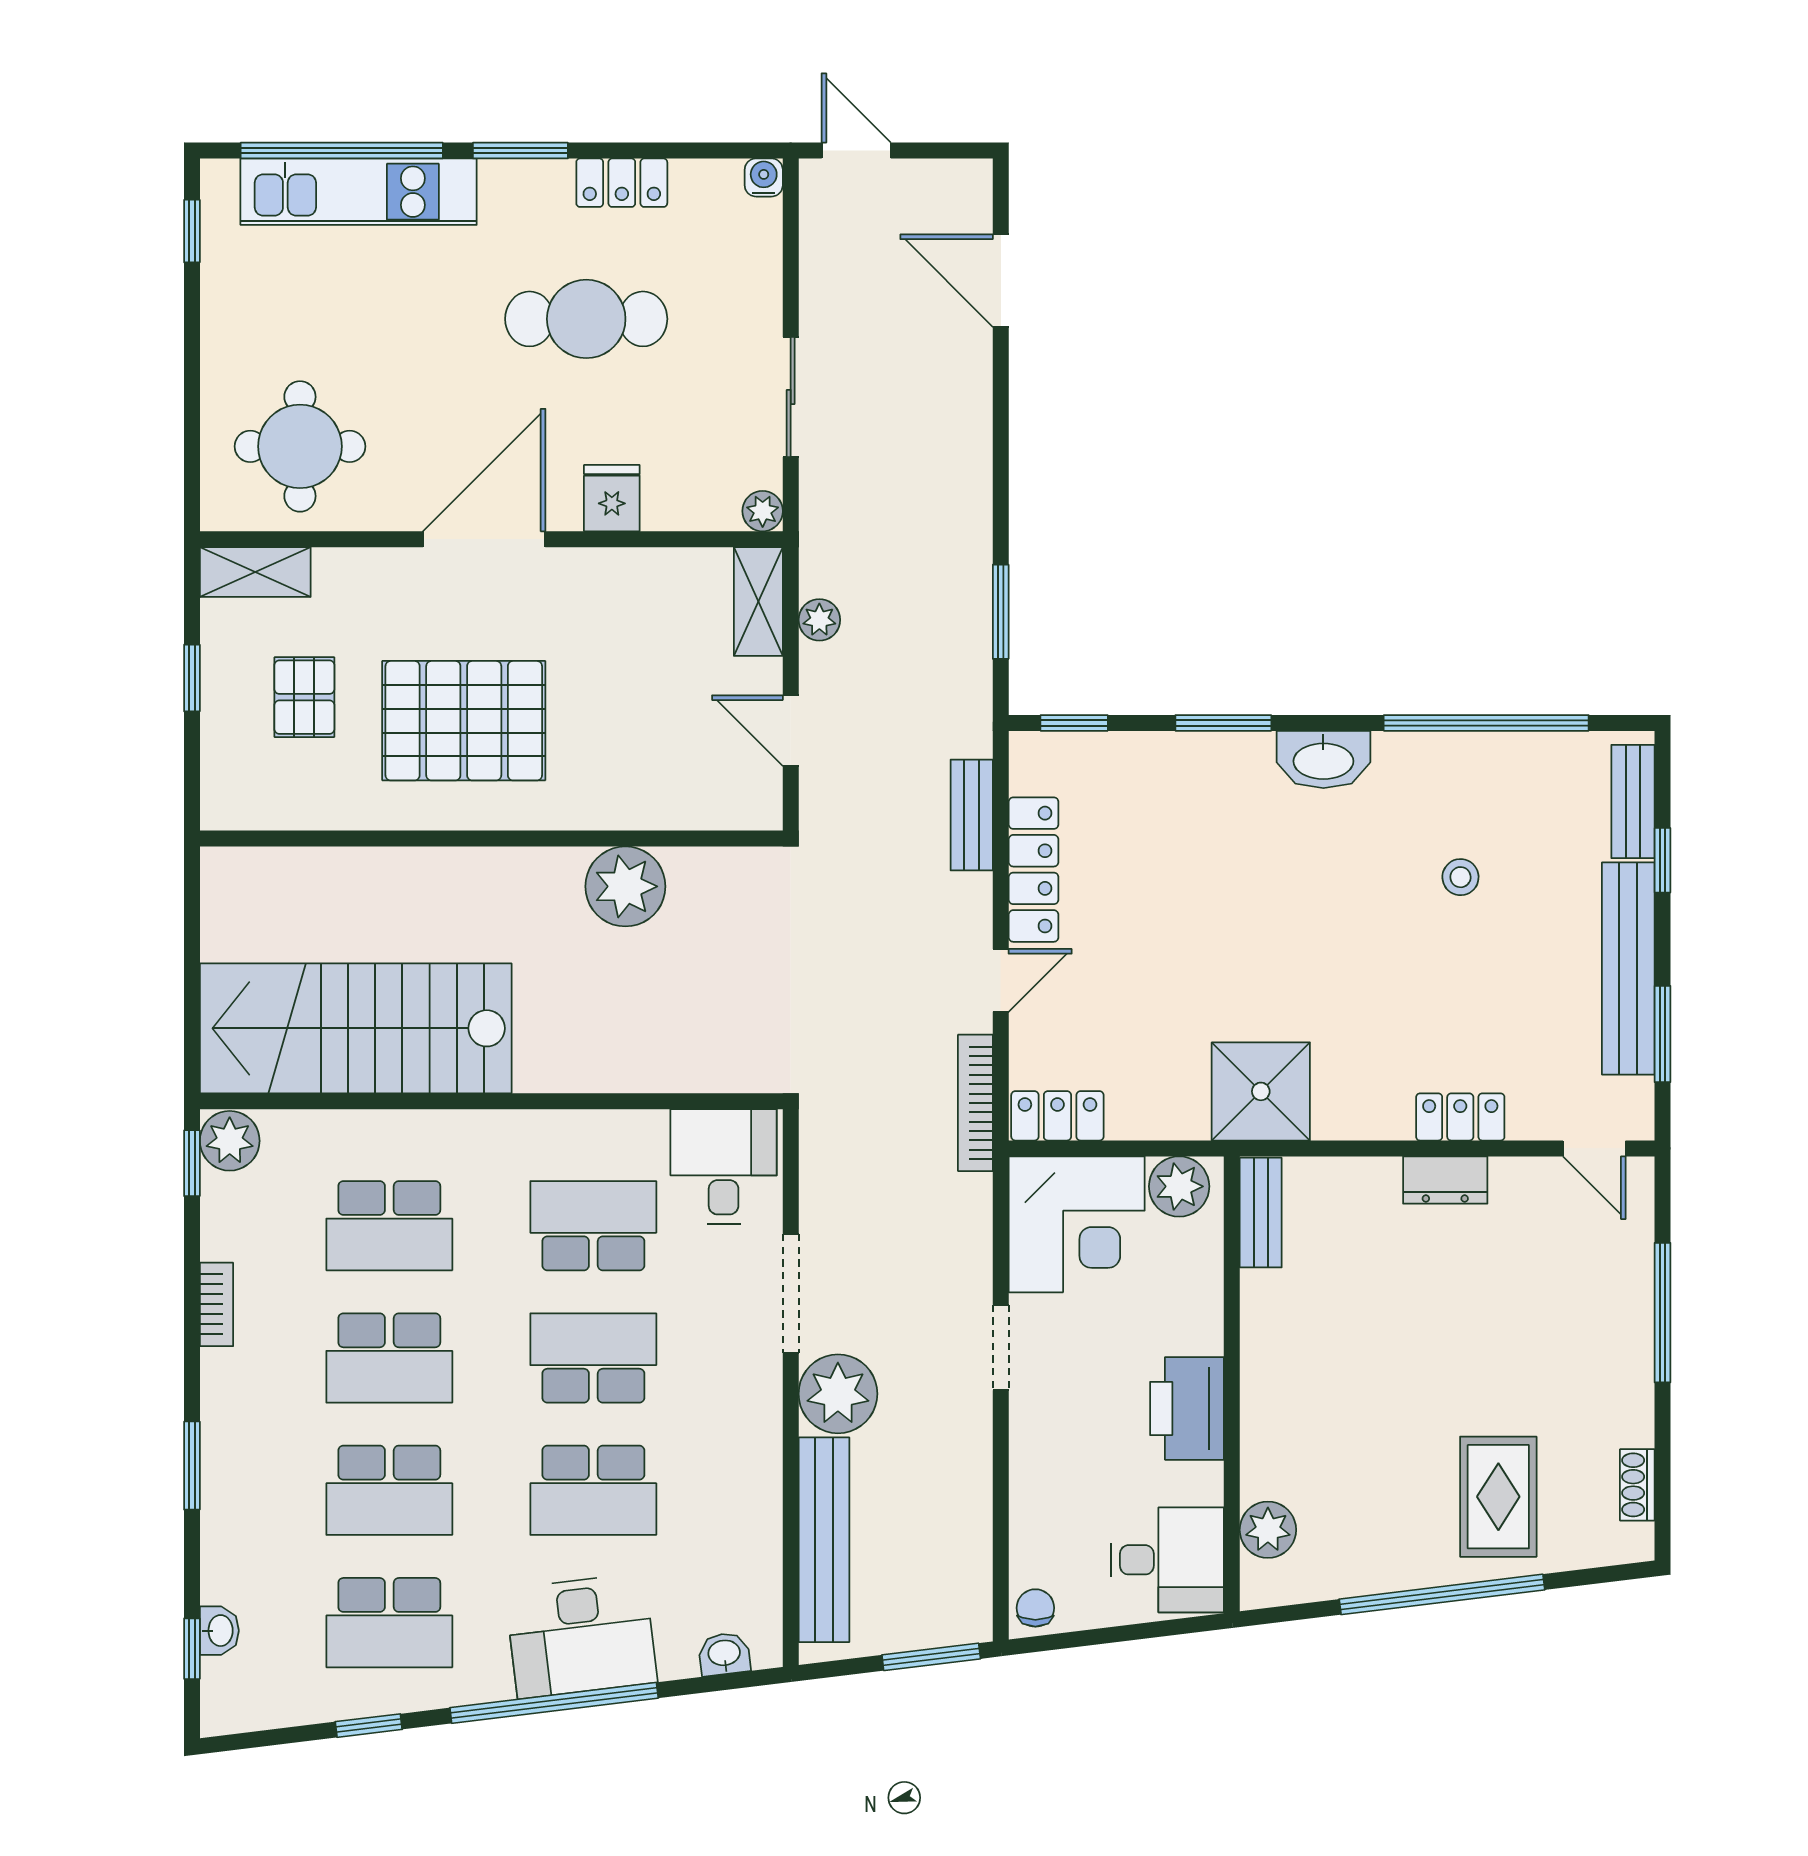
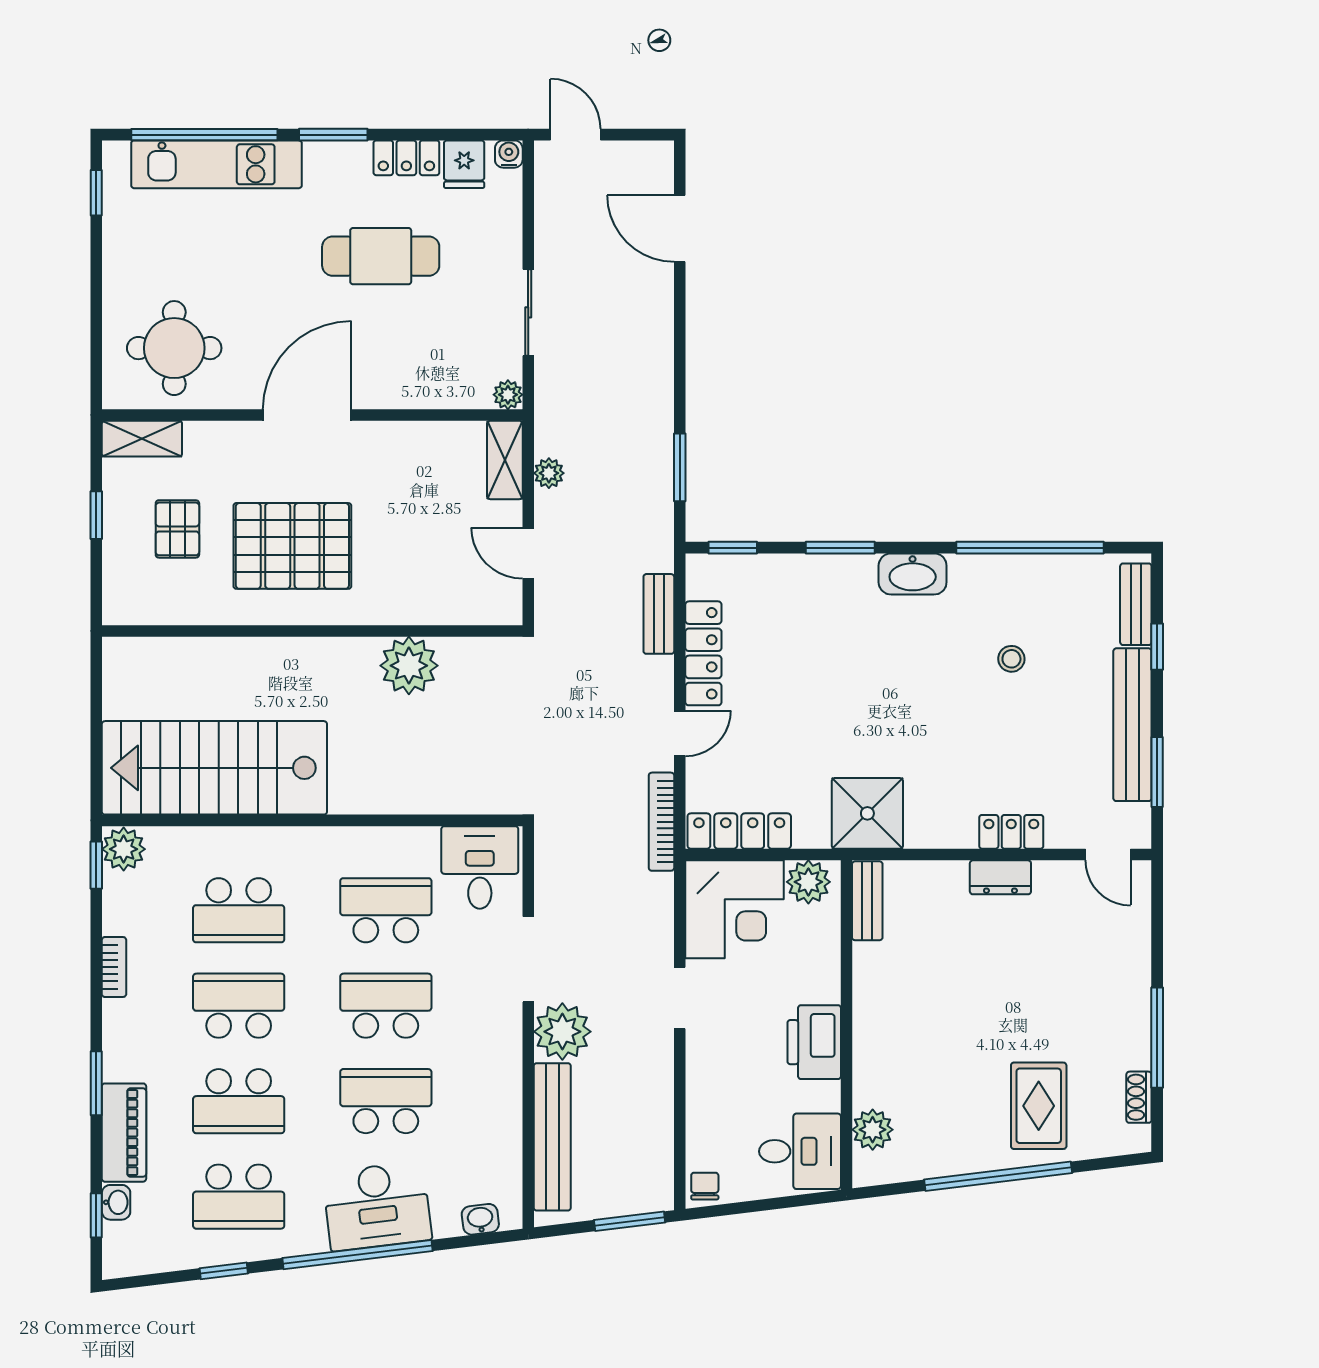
fridge: (612, 498) -> (464, 164), moved, turned 180
locker: (1057, 1116) -> (739, 831), width x1.53
window: (1662, 1313) -> (1157, 1038), moved
school desk: (389, 1358) -> (239, 1006), turned 180
school desk: (593, 1490) -> (386, 1101), turned 180
piano: (230, 1534) -> (124, 1133), added

